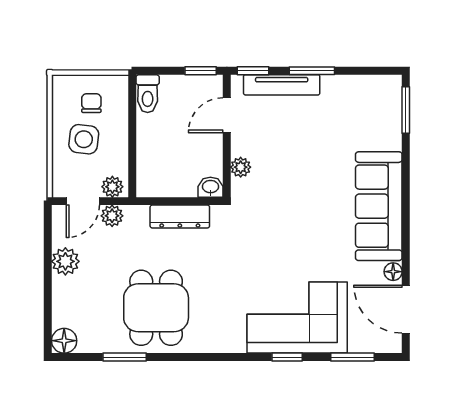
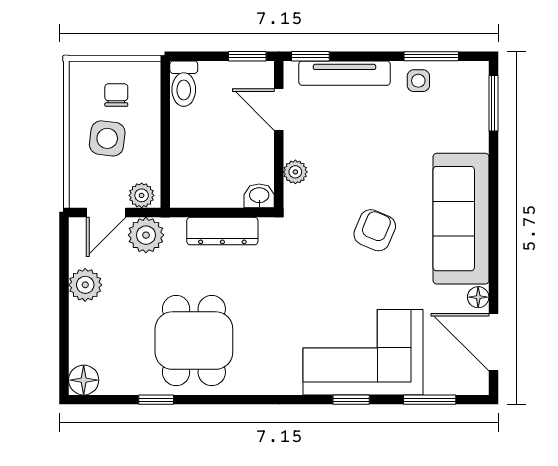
window: (312, 71) -> (431, 56), moved
side table: (343, 91) -> (418, 81), added
door: (227, 115) -> (279, 110), hinge flipped
plant: (112, 216) -> (146, 235), width x1.38, depth x1.38
armchair: (307, 216) -> (375, 230), added
window: (125, 357) -> (156, 400), width x0.67

